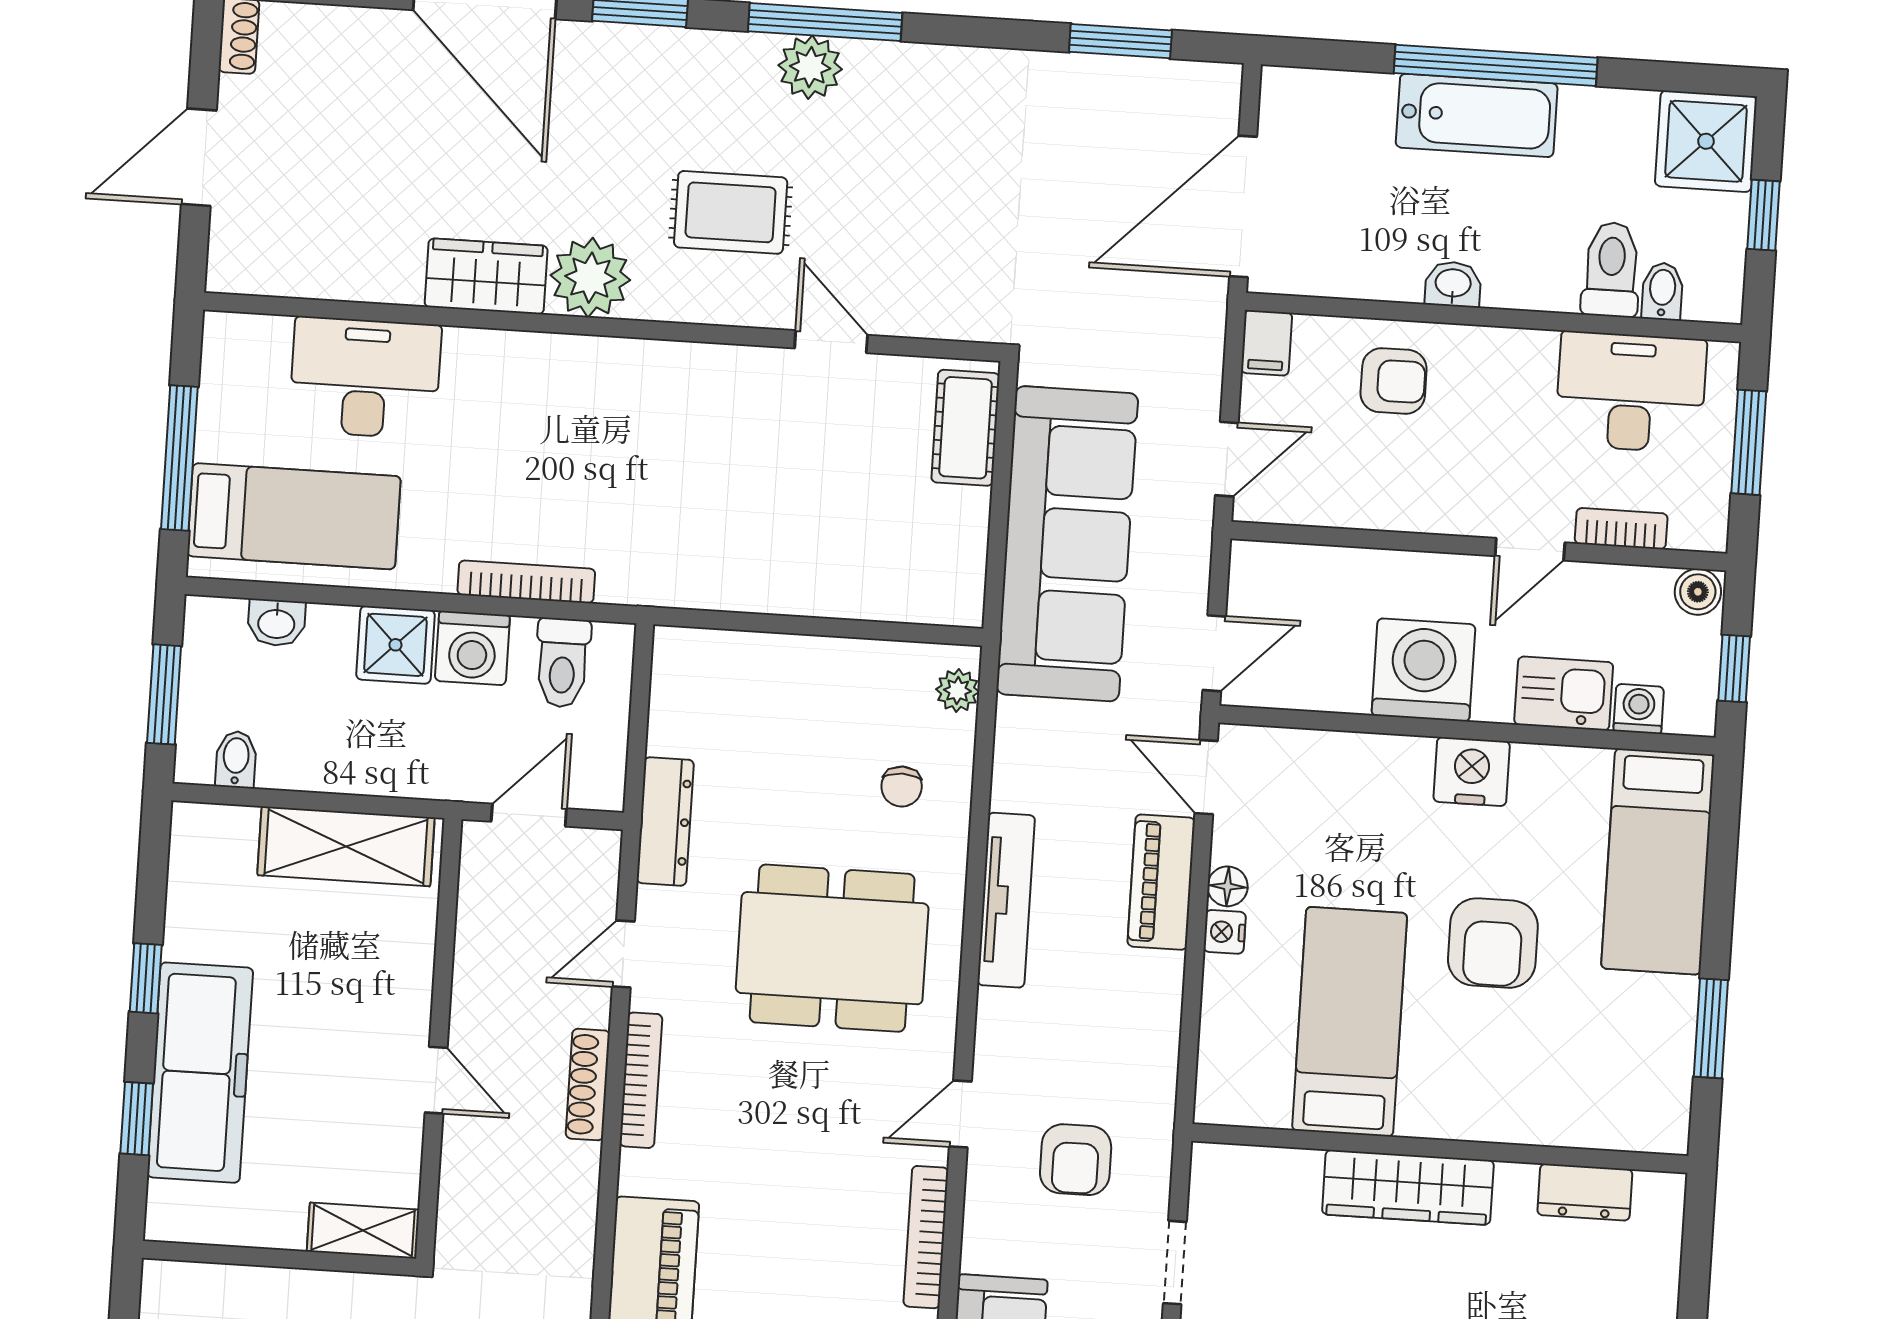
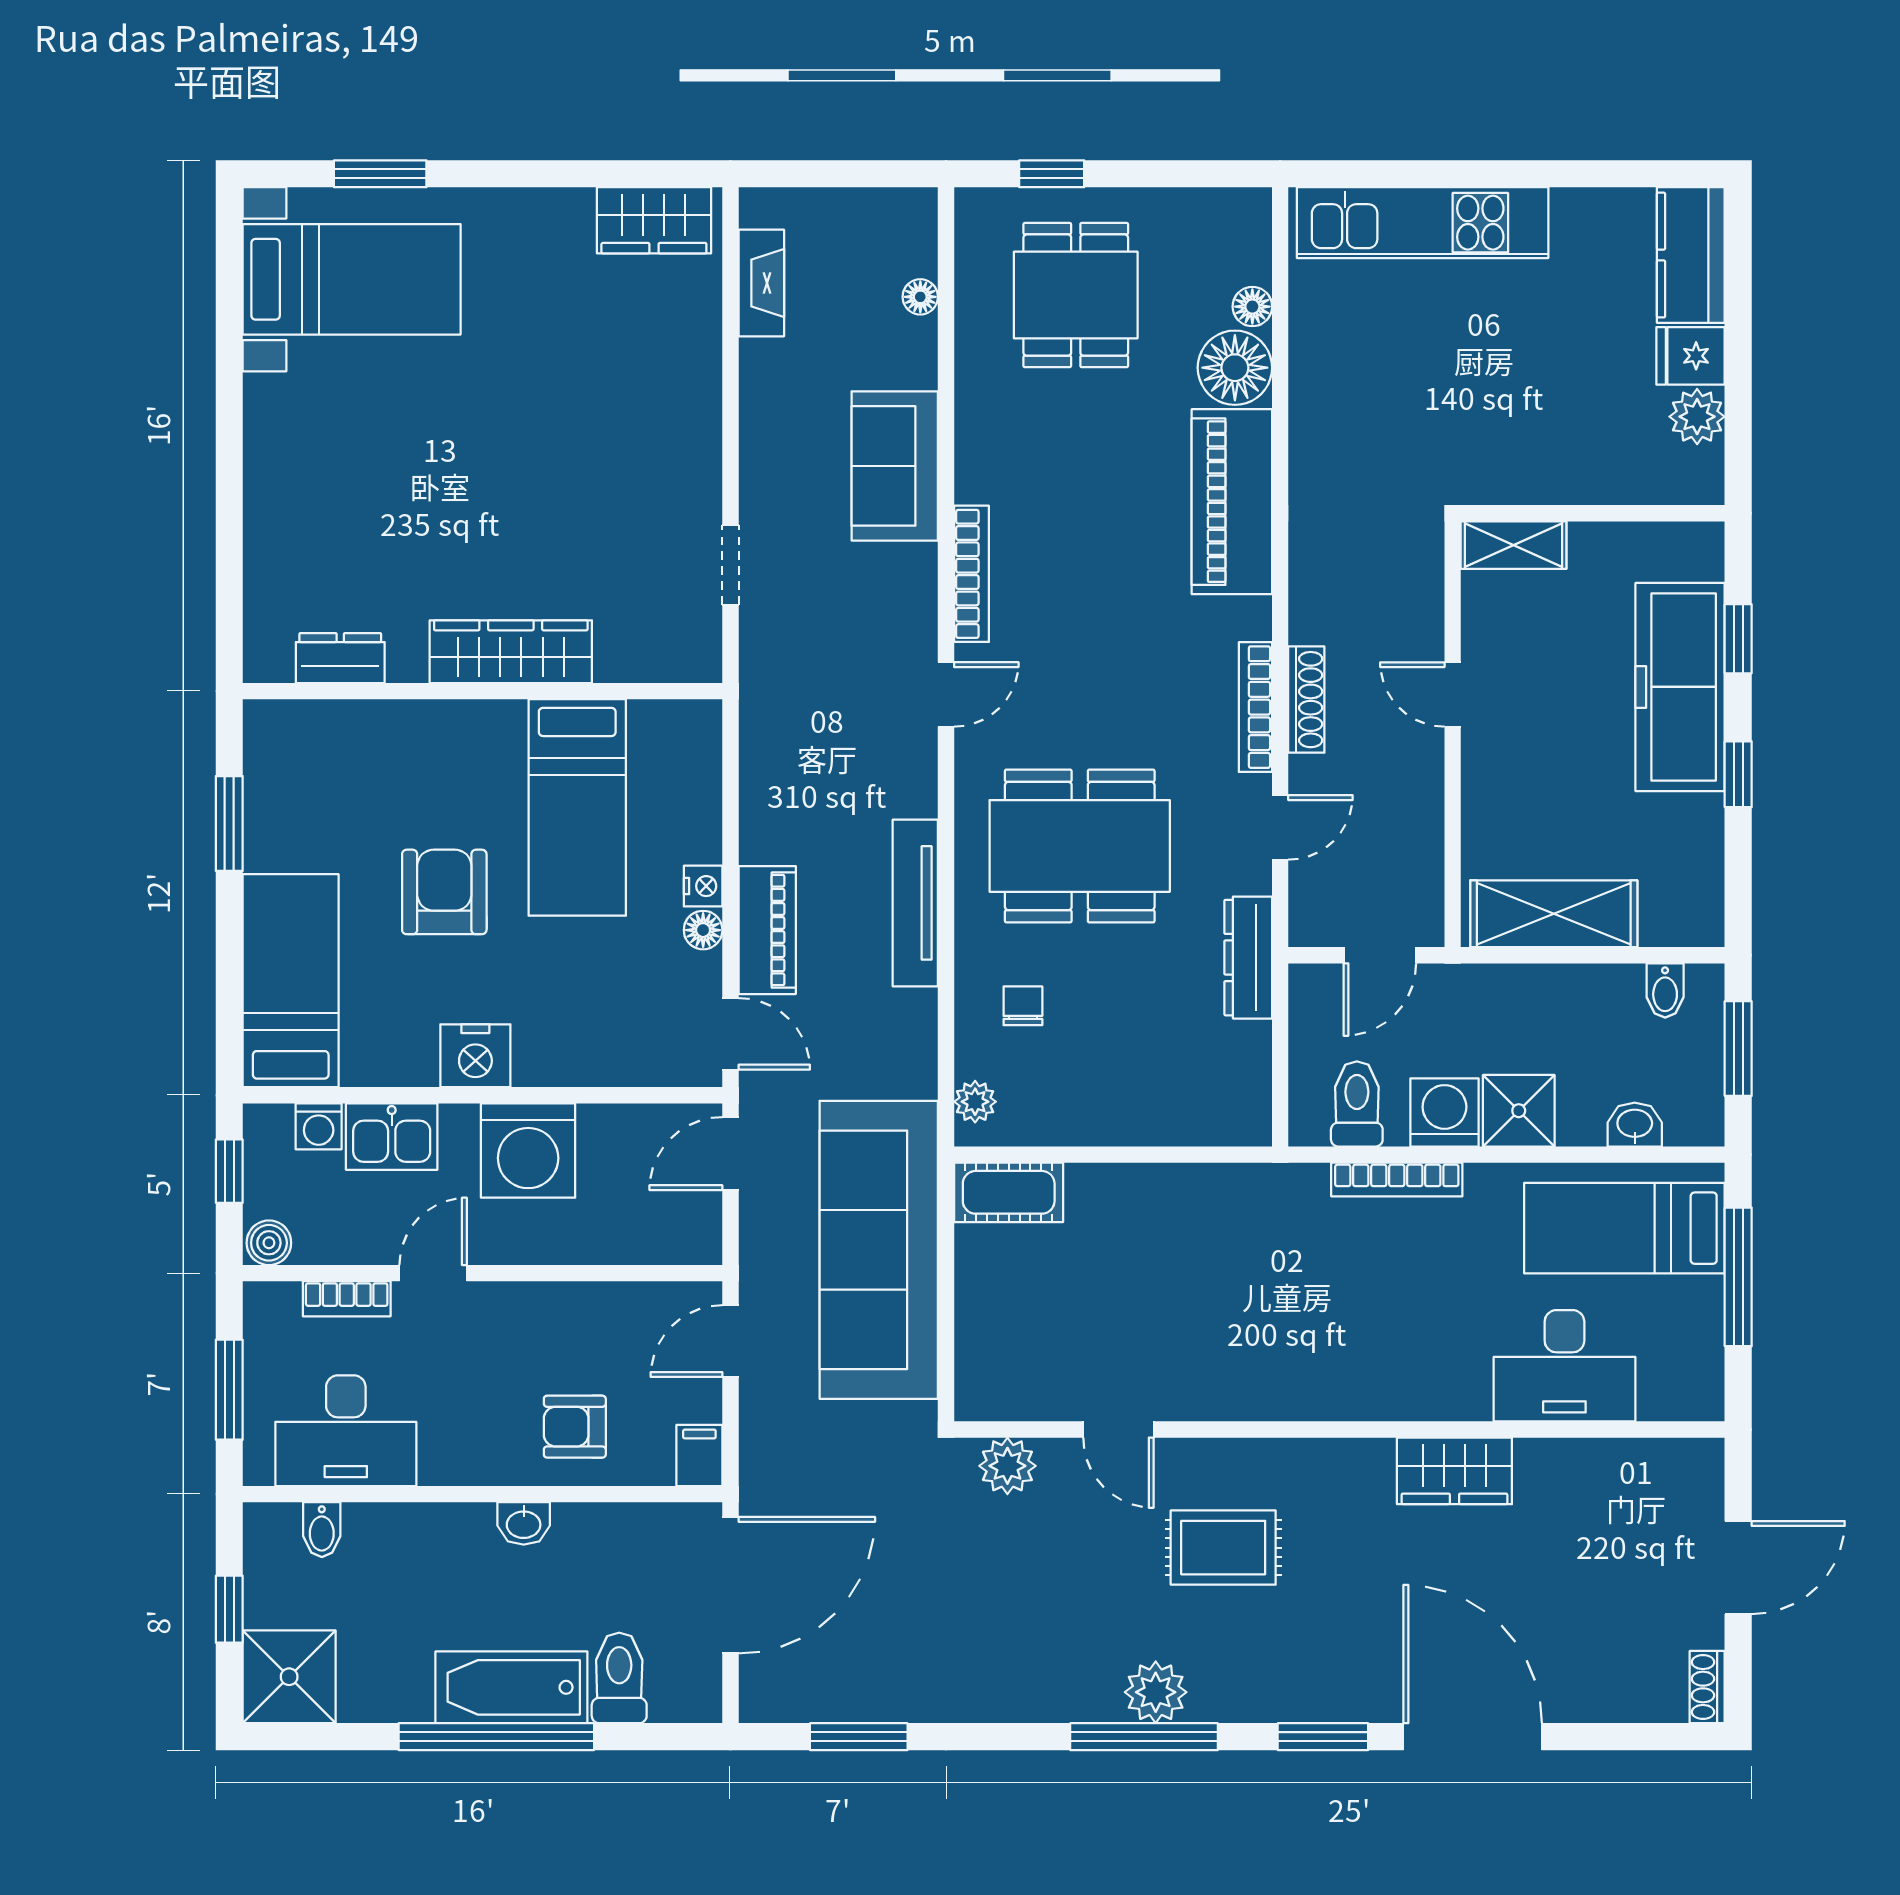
toilet: (1611, 269) -> (619, 1678), moved, turned 180
plant: (590, 278) -> (1007, 1466), moved, width x0.73, depth x0.73
cot: (965, 428) -> (1009, 1192), moved, turned 90
armchair: (1076, 1160) -> (832, 658), removed

